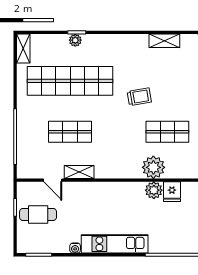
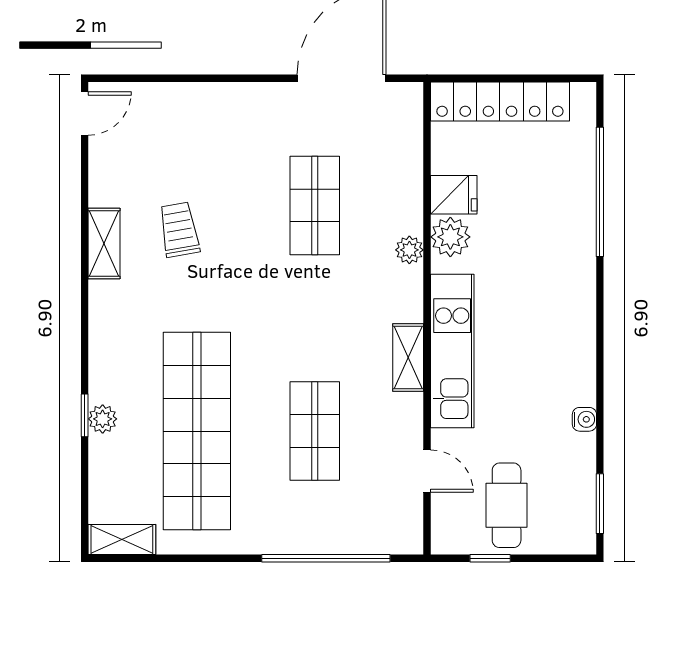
shelving: (164, 41) -> (104, 243), moved
trolley: (139, 97) -> (179, 230), moved
plant: (153, 167) -> (409, 250), width x0.53, depth x0.53
shelving: (79, 172) -> (408, 357), moved
door: (53, 180) -> (427, 471), hinge flipped
kitchen unit: (115, 244) -> (452, 351), moved, turned 180

